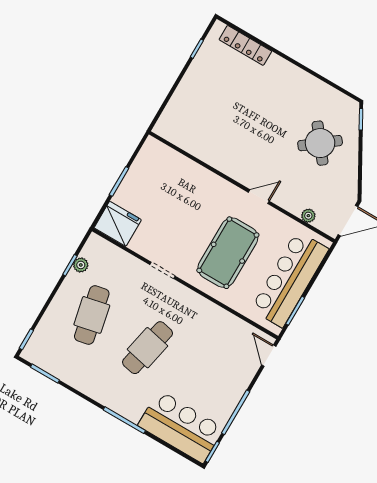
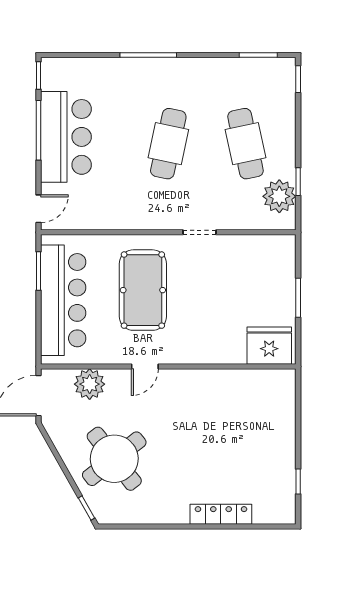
locker: (245, 45) -> (221, 514), moved
round table: (320, 143) -> (114, 459), width x1.36, depth x1.36
plant: (308, 216) -> (90, 384), width x1.88, depth x1.88
fridge: (118, 224) -> (269, 346), moved, turned 180
plant: (81, 265) -> (279, 196), width x1.88, depth x1.88
door: (269, 356) -> (39, 209), hinge flipped
bar counter: (181, 427) -> (66, 137), moved, turned -90

